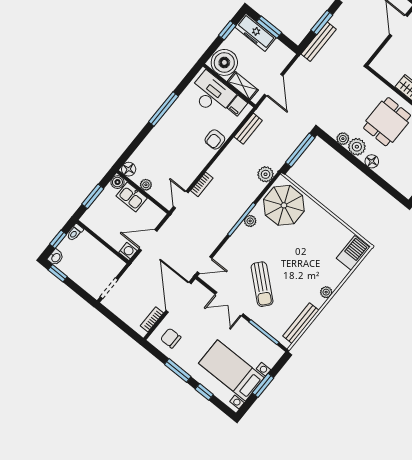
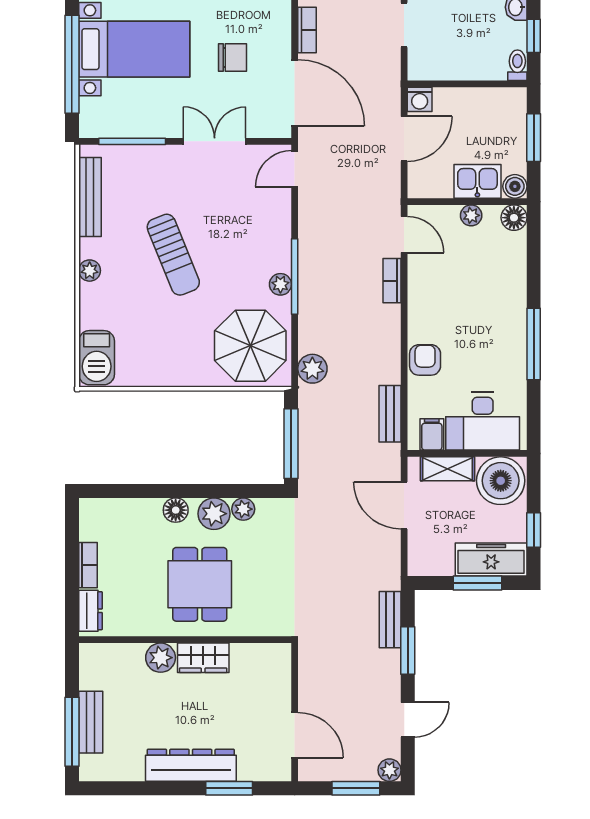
bench: (319, 42) -> (390, 620), width x0.73
sun lounger: (262, 284) -> (173, 255), moved, turned -153
chair: (171, 338) -> (233, 58), moved
window: (263, 385) -> (72, 64), width x2.11

